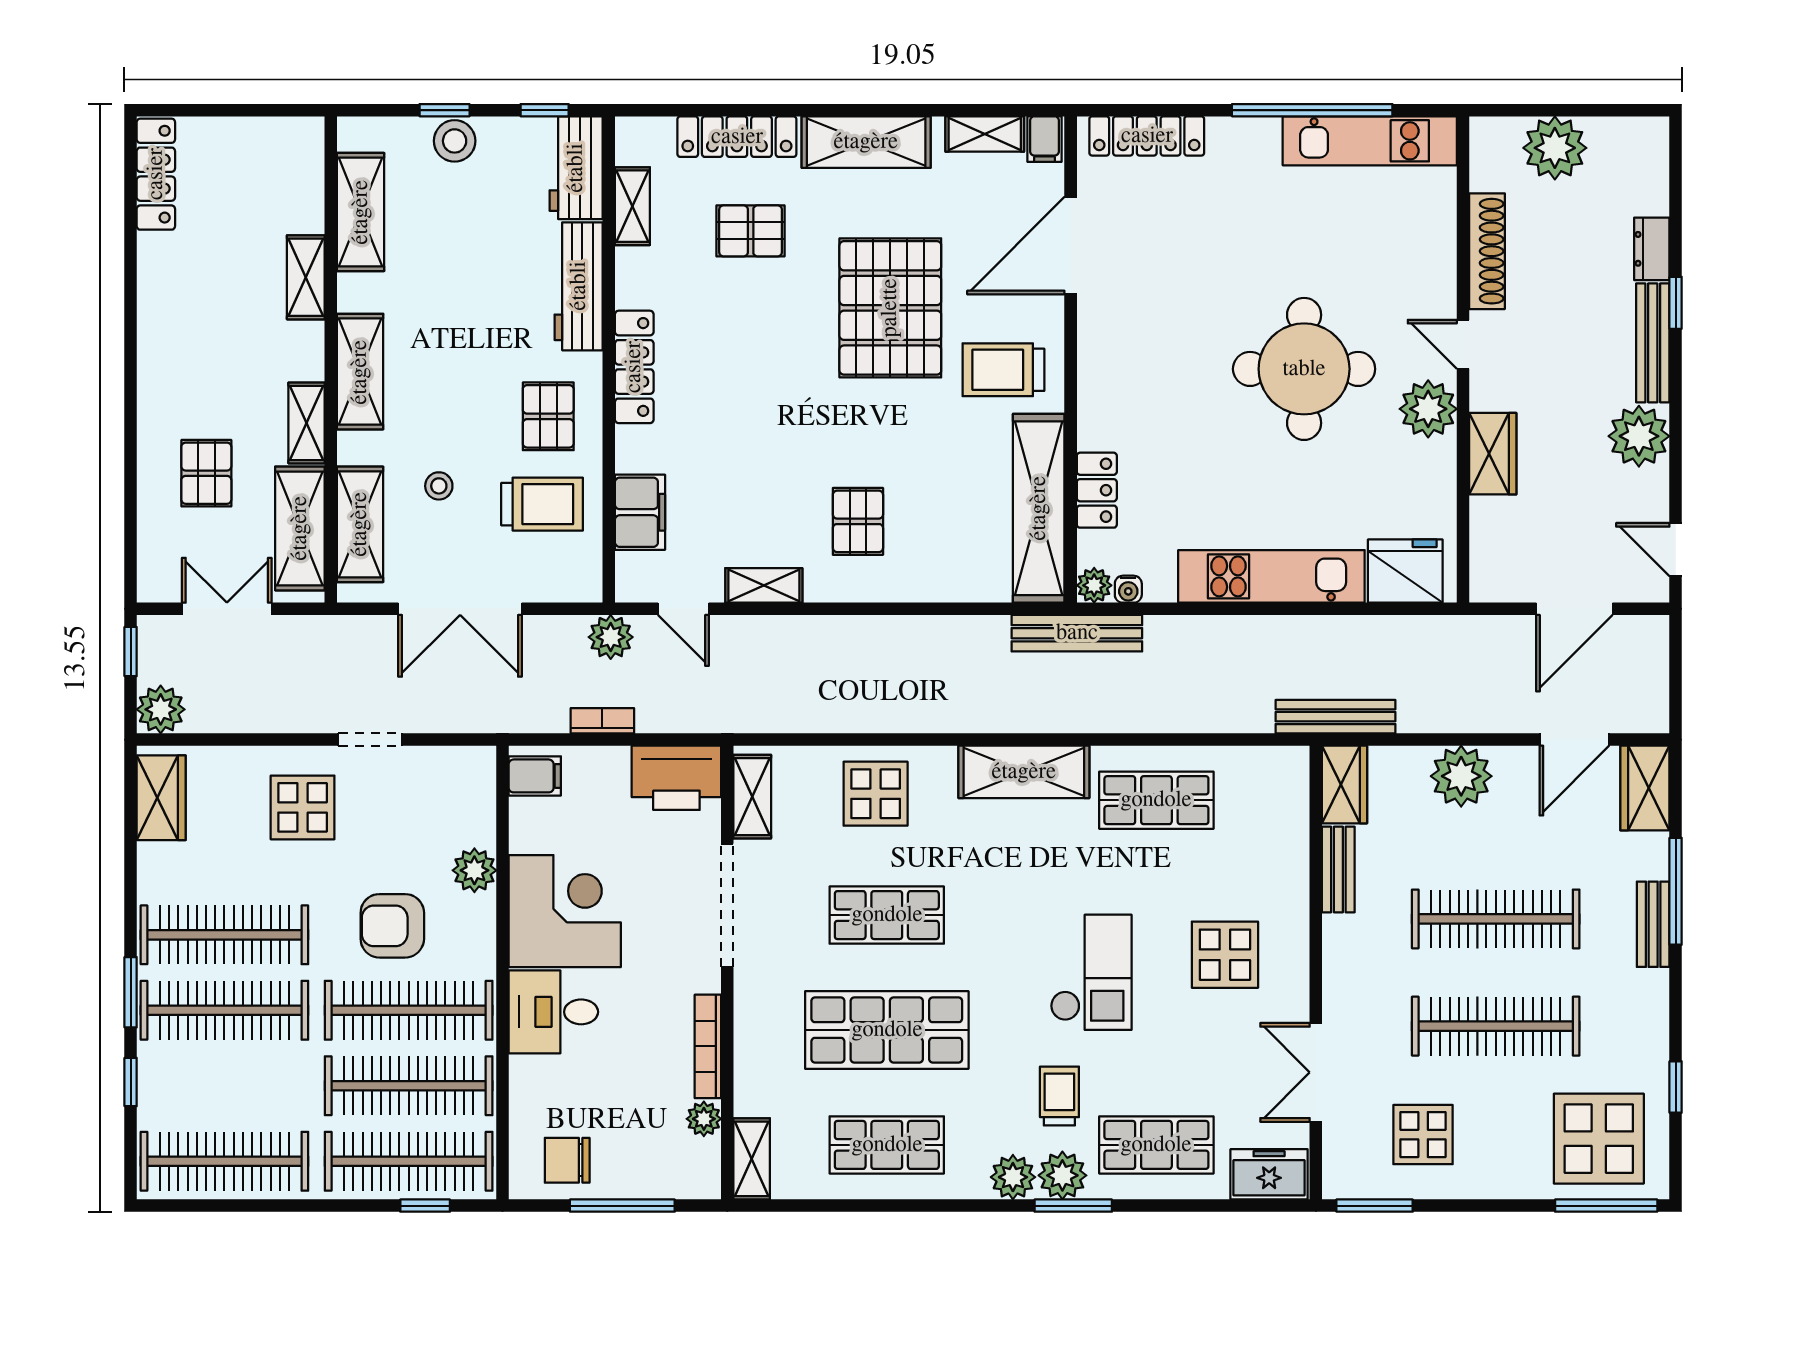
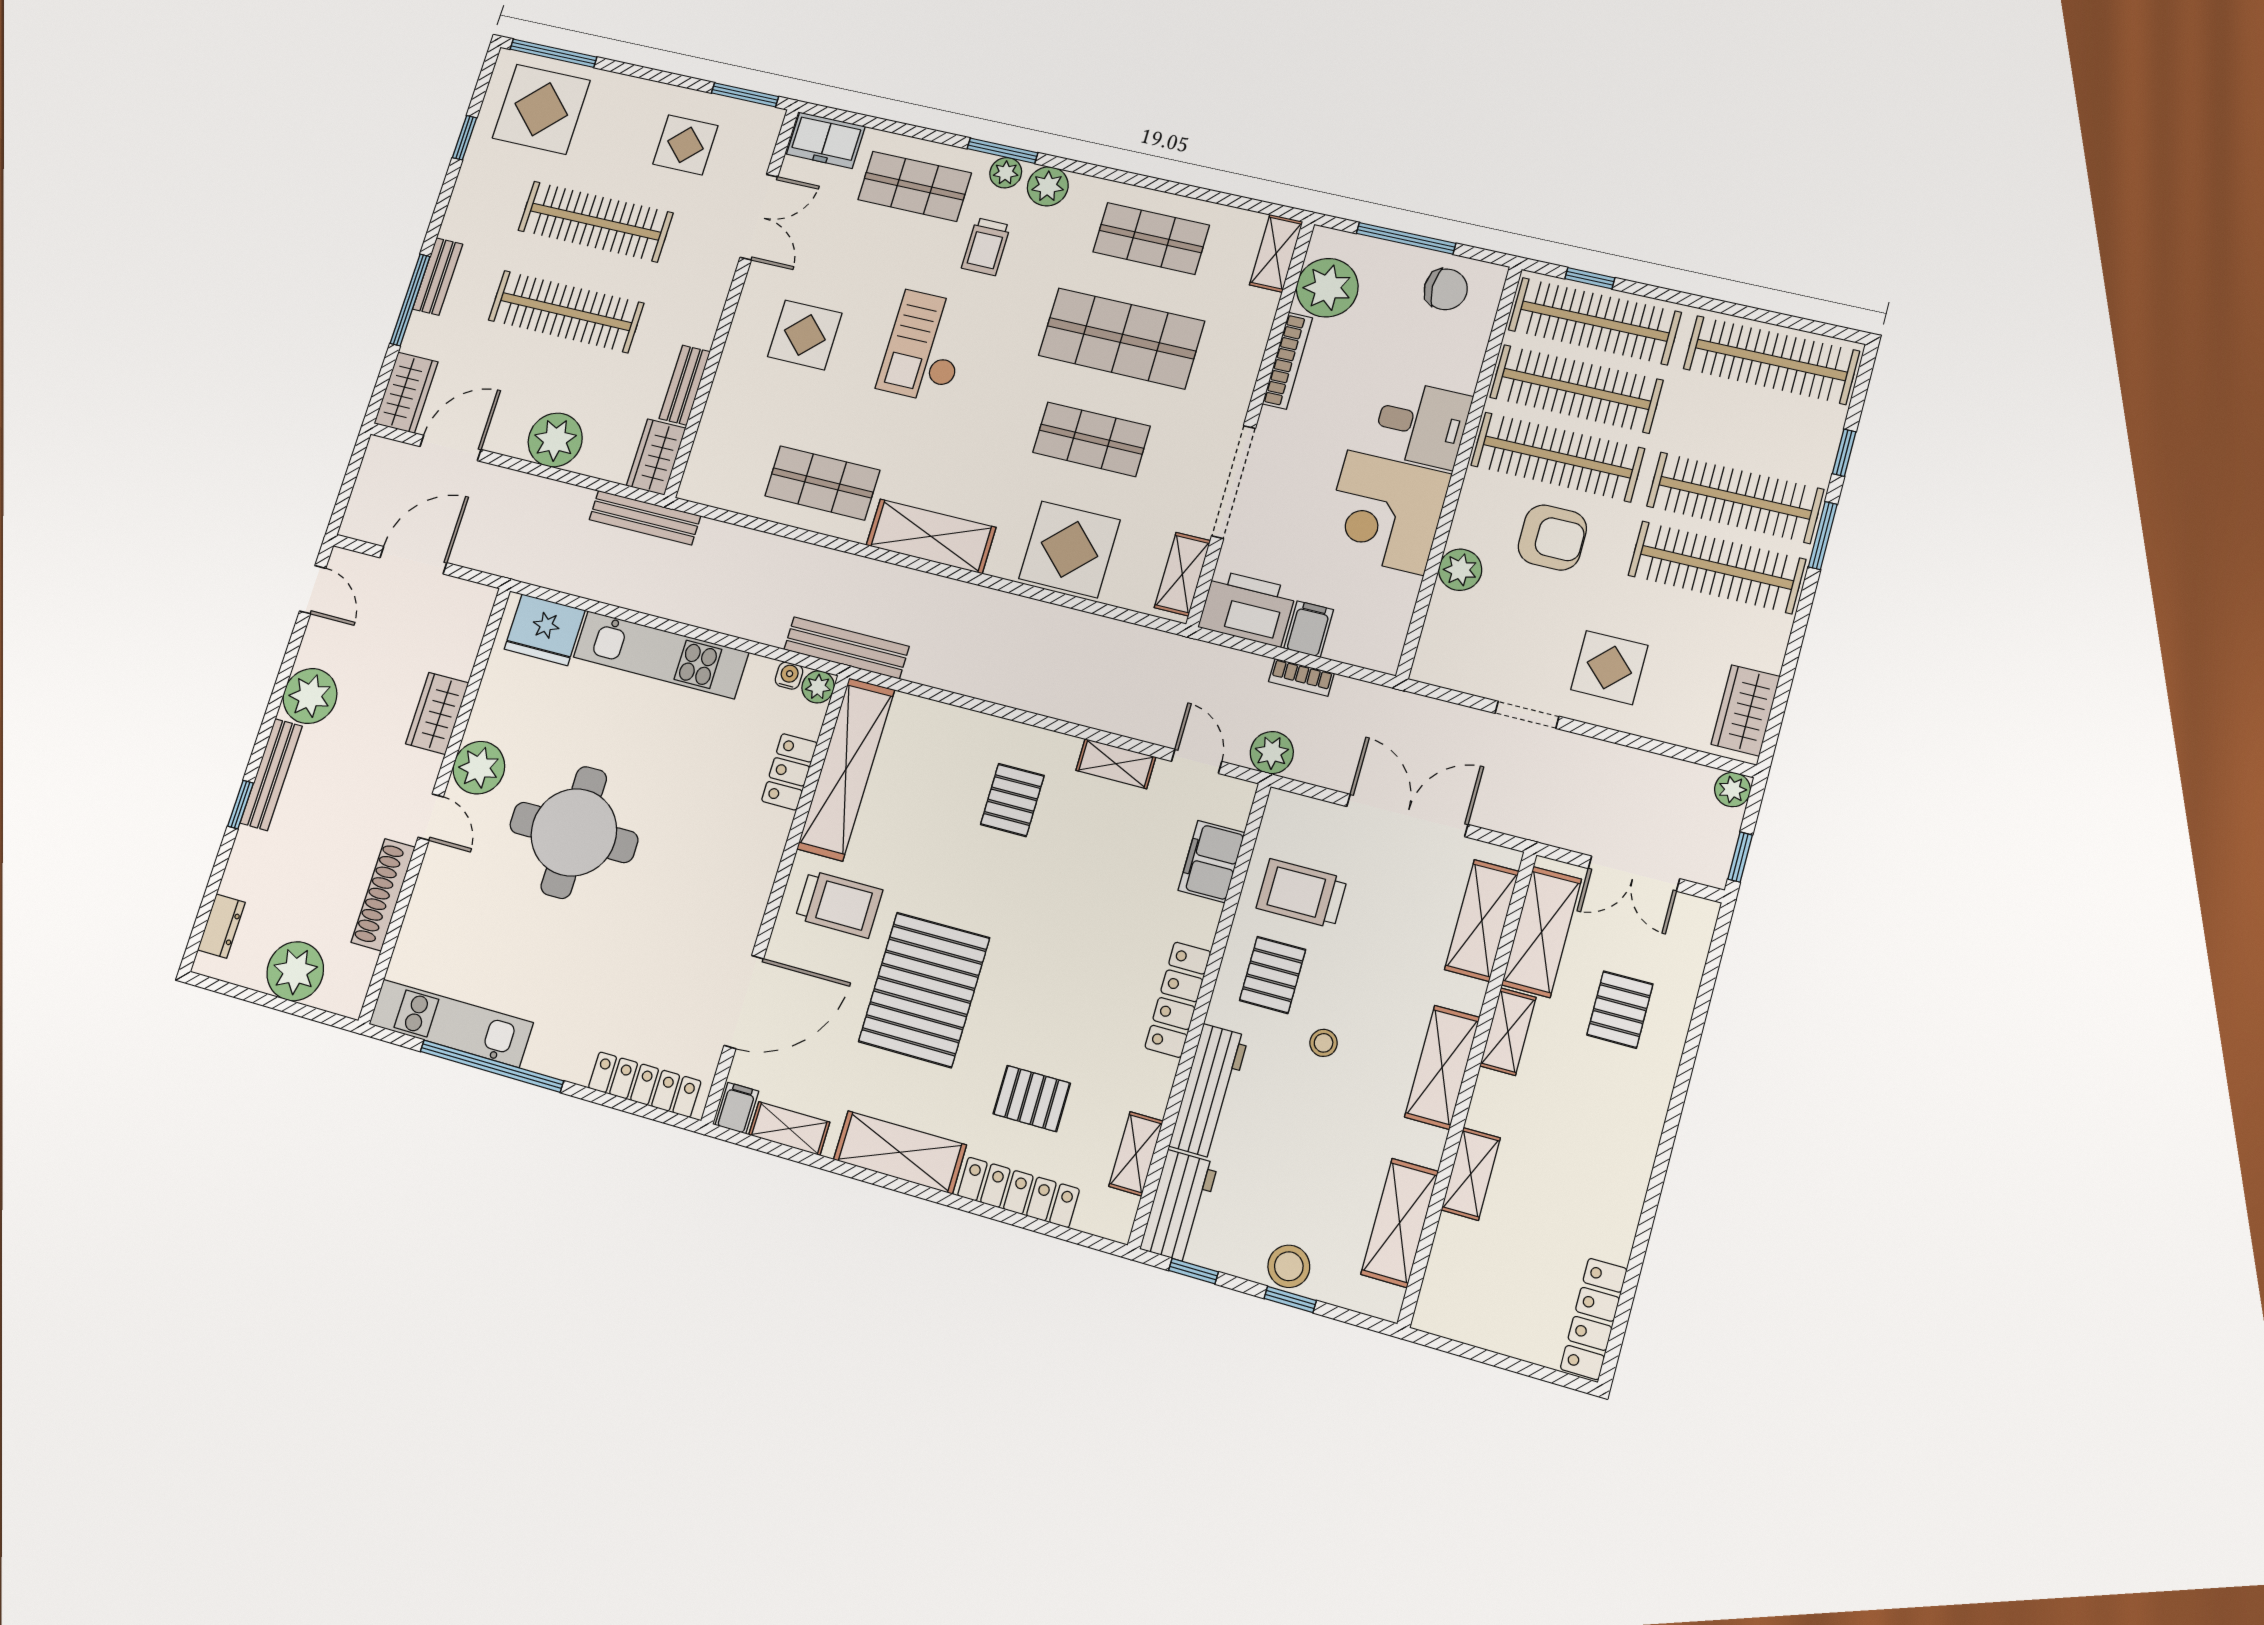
dresser: (1652, 249) -> (221, 926), moved
stool: (439, 486) -> (1324, 1043), moved
plant: (161, 709) -> (1732, 790), width x0.73, depth x0.73
filing cabinet: (535, 776) -> (1309, 629), moved, turned 90
display table: (876, 794) -> (1069, 549), width x1.36, depth x1.36
plant: (704, 1119) -> (1327, 288), width x1.87, depth x1.87
plant: (1062, 1175) -> (1006, 173), width x0.73, depth x0.73

